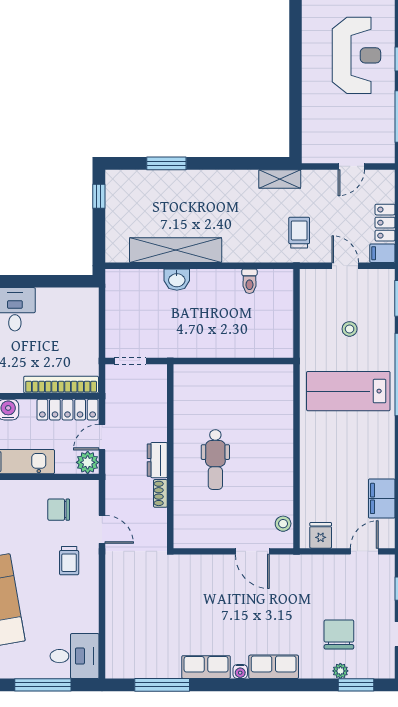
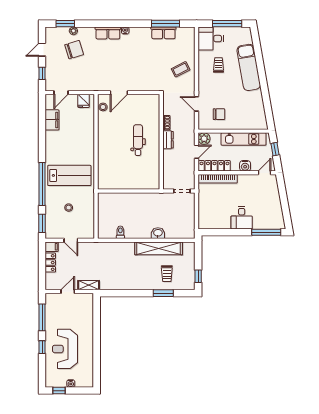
shelving: (280, 179) -> (89, 285), moved
trolley: (299, 233) -> (167, 274), moved
door: (252, 551) -> (119, 93), swing flipped
trolley: (69, 561) -> (218, 65), moved
coffee table: (133, 597) -> (181, 69), added
chair: (339, 635) -> (74, 50), turned -107
row of seats: (206, 667) -> (163, 33), moved

